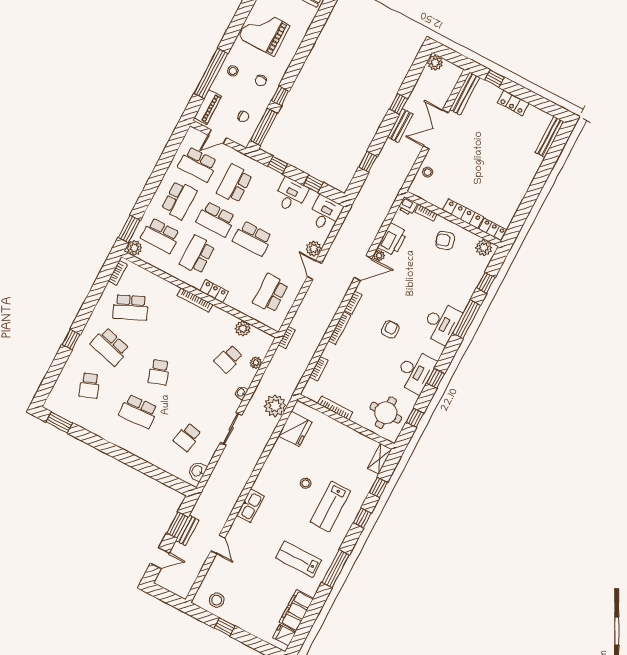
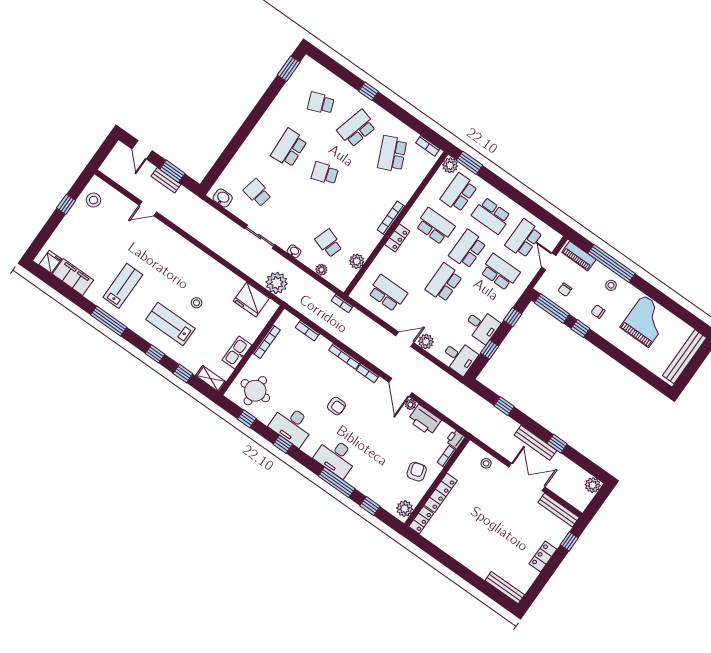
bench: (400, 126) -> (535, 443), width x1.36
kitchen sink: (250, 506) -> (237, 353), moved, turned 90

